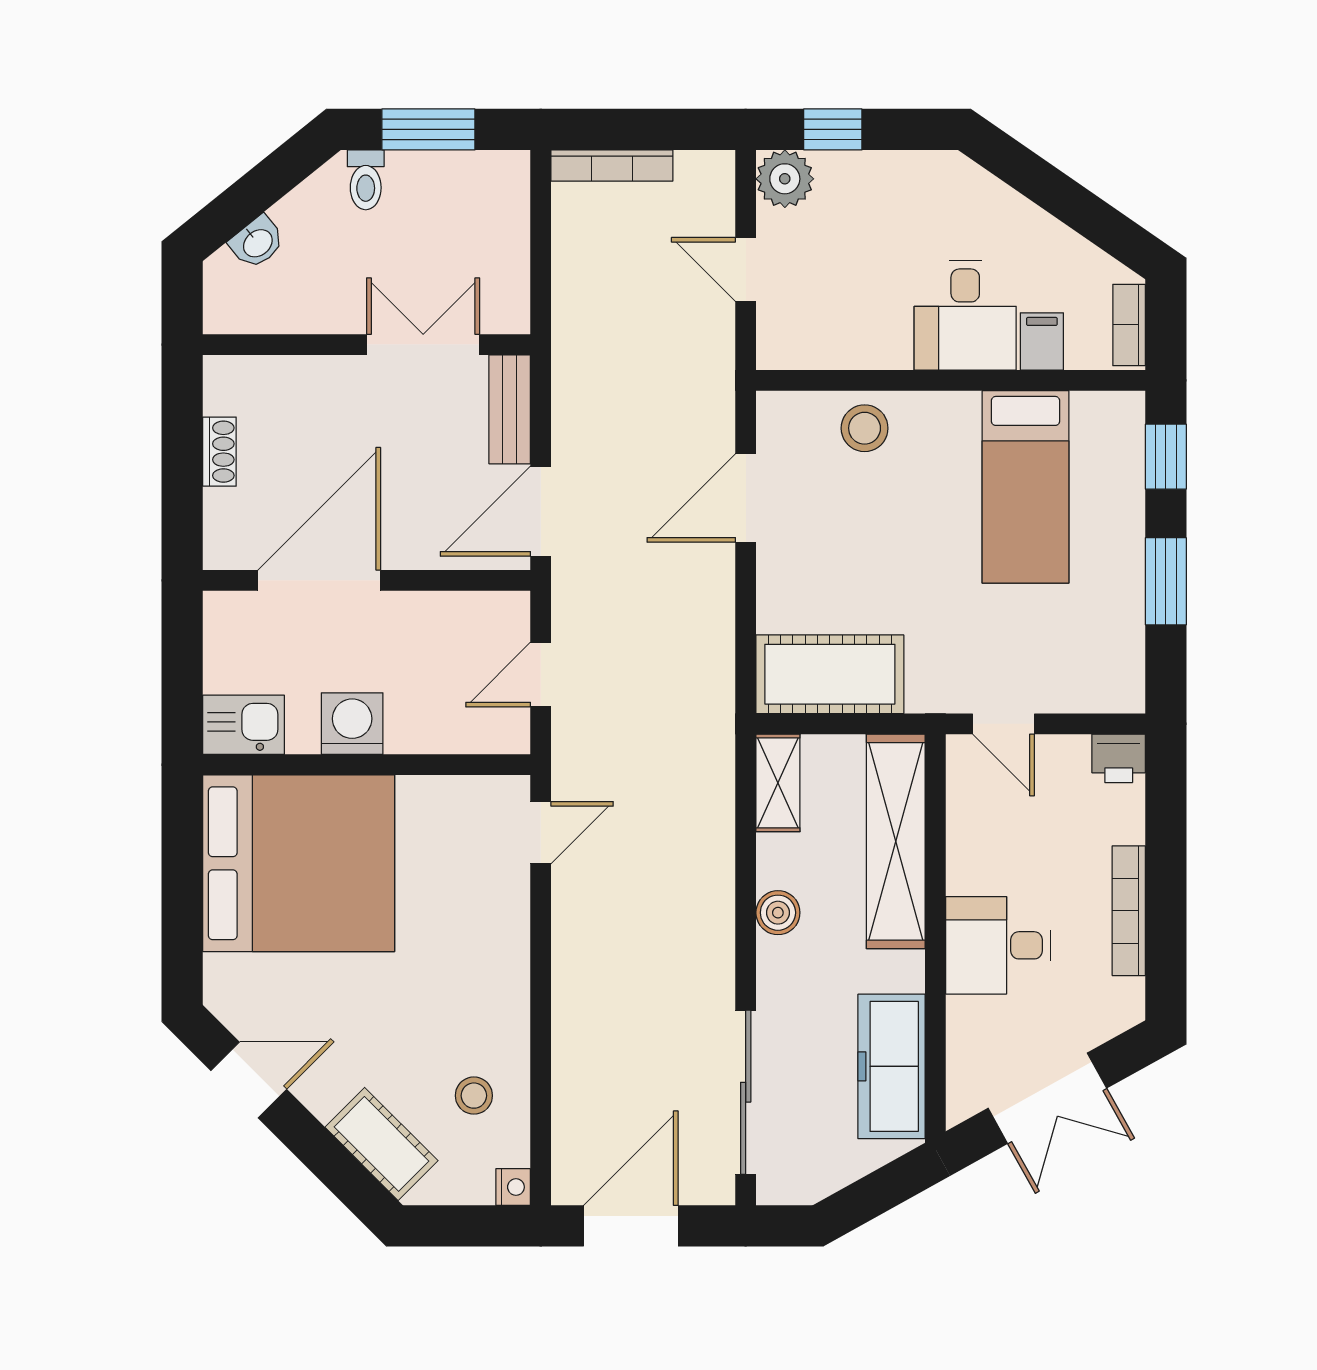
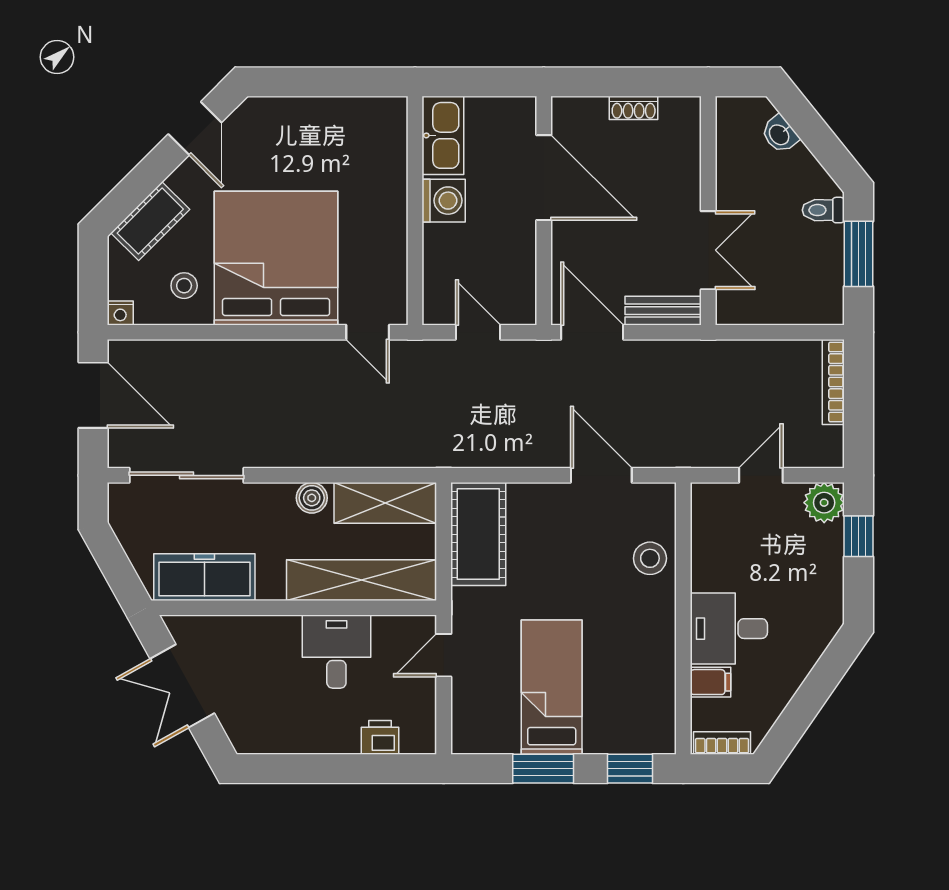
bed: (1026, 487) -> (552, 687), moved, turned 90
kitchen sink: (244, 725) -> (443, 135), width x1.38
printer: (1119, 758) -> (380, 737), moved, turned 90
shelving: (778, 783) -> (385, 503), width x1.50, depth x1.33
bed: (299, 863) -> (276, 258), moved, turned 180
bookcase: (1129, 911) -> (313, 743), removed
desk: (998, 945) -> (336, 652), moved

